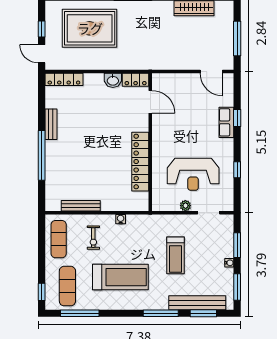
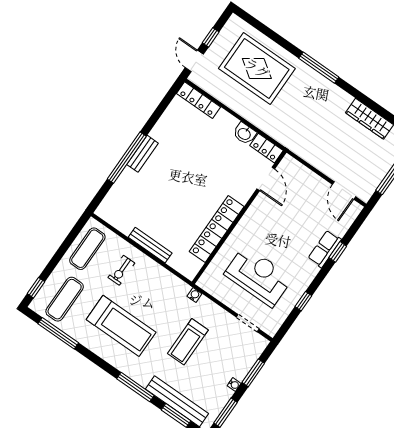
bench: (51, 124) -> (143, 154), moved
reception desk: (193, 174) -> (258, 276), turned 180
bench: (81, 206) -> (150, 245), moved
plant: (185, 206) -> (230, 301), removed
water cooler: (121, 219) -> (194, 295), moved

